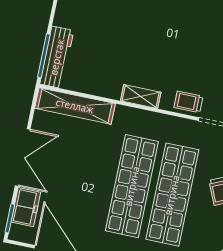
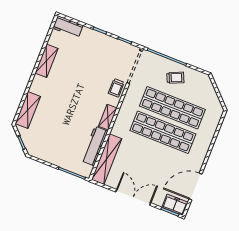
workbench: (57, 57) -> (95, 146), moved, turned -90
freezer: (26, 207) -> (175, 205), moved

